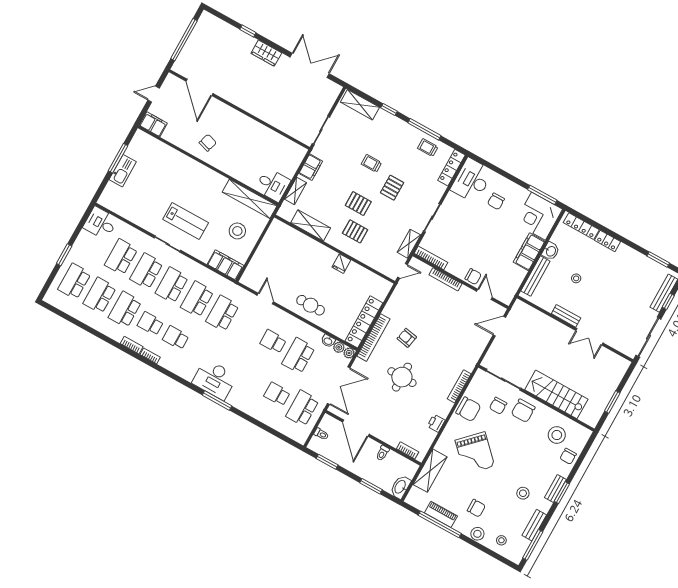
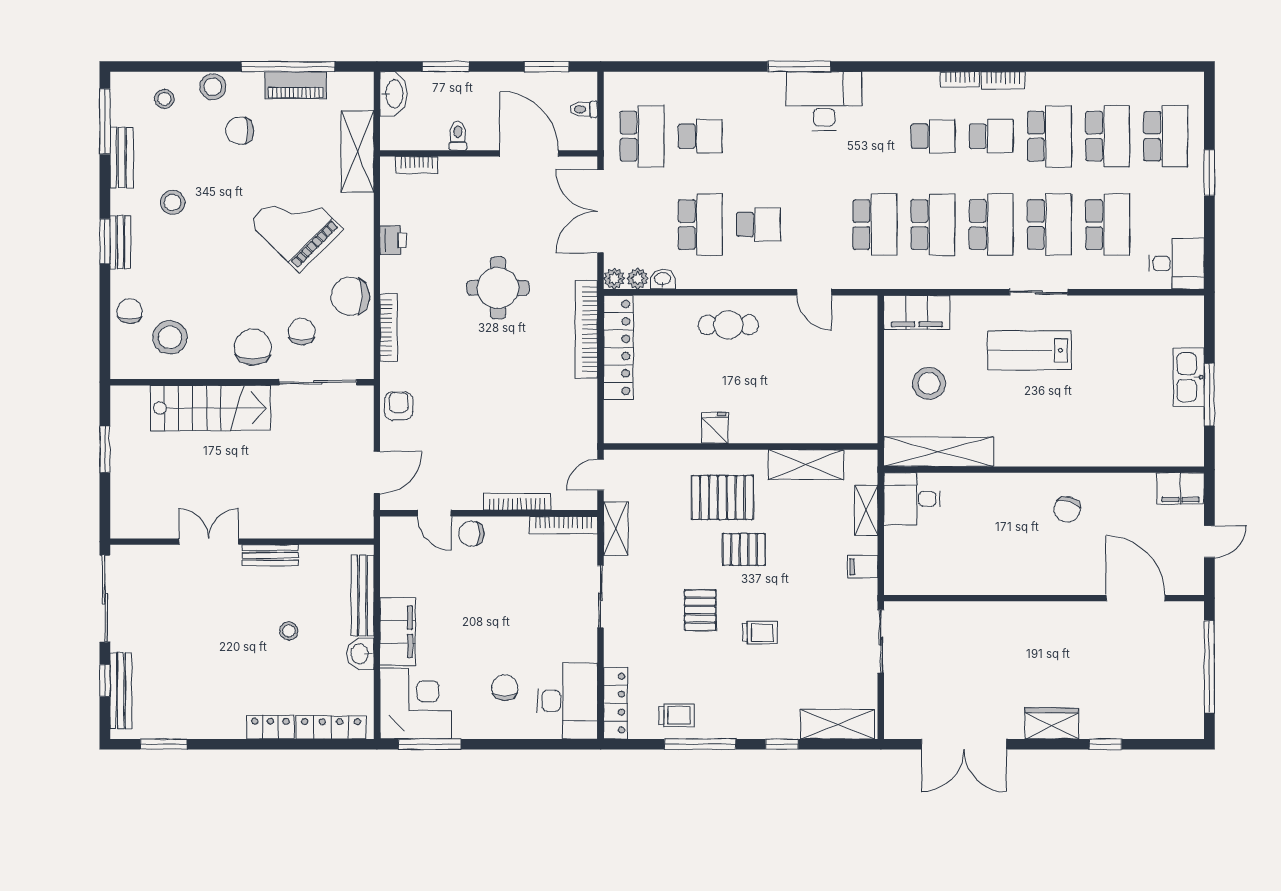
filing cabinet: (311, 167) -> (863, 567), width x0.50
pallet: (355, 231) -> (722, 497), width x1.50, depth x1.42
armchair: (407, 338) -> (399, 406), moved, turned -101

